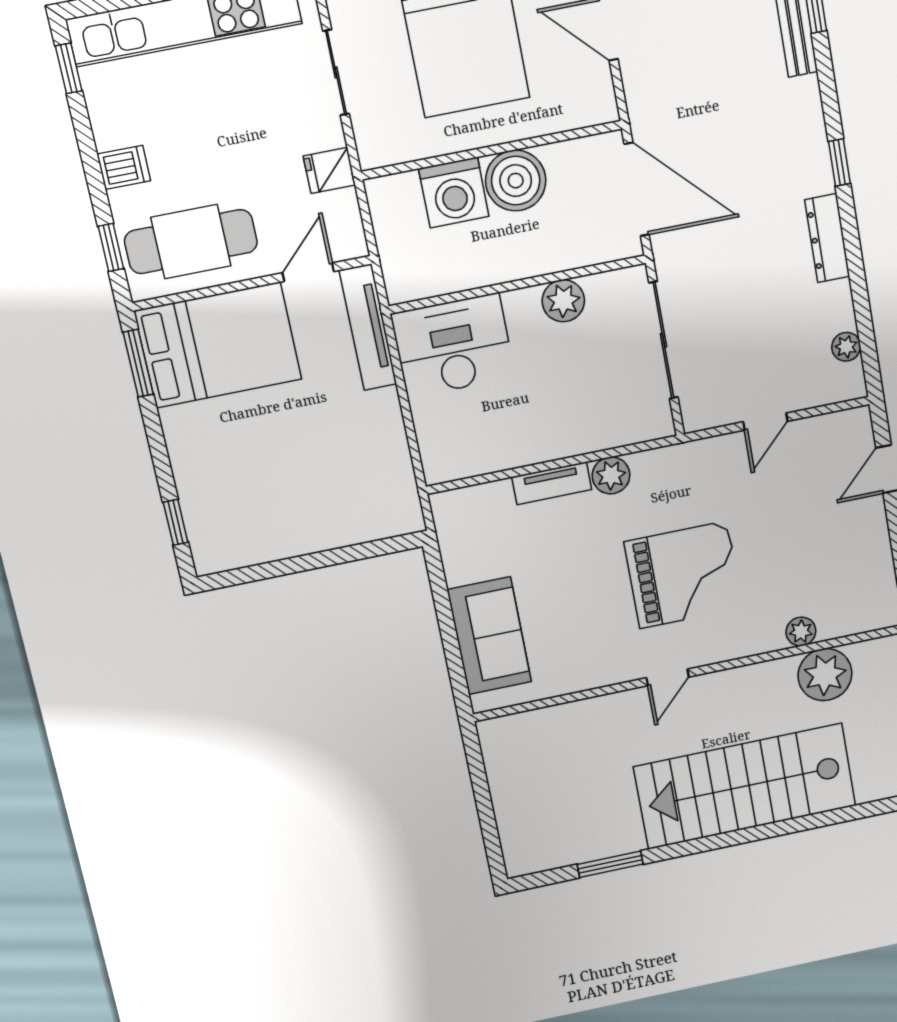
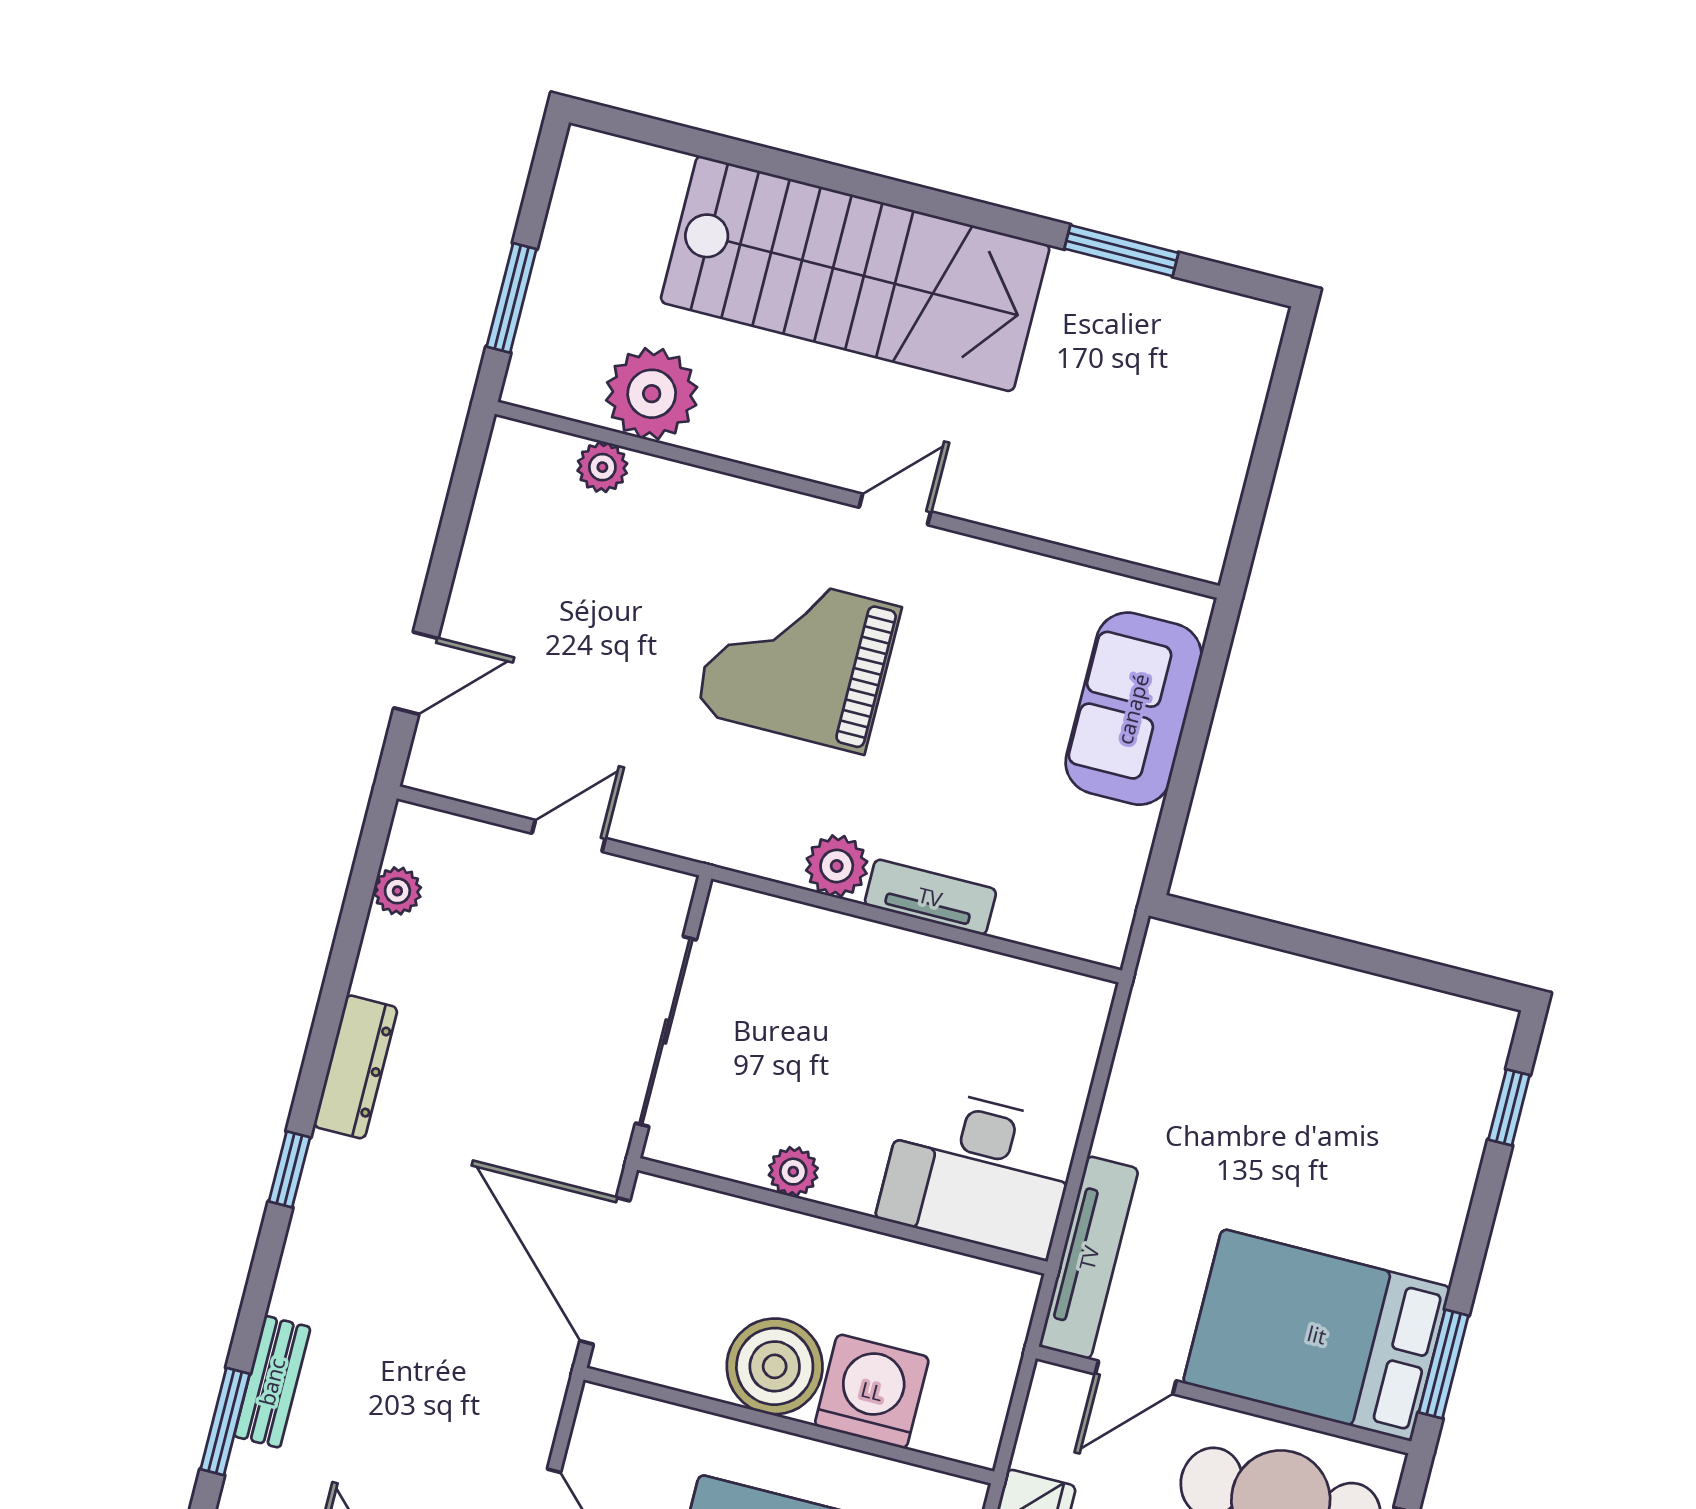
plant: (563, 301) -> (793, 1172), width x0.73, depth x0.73
plant: (801, 632) -> (602, 467), moved

